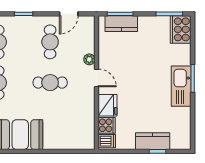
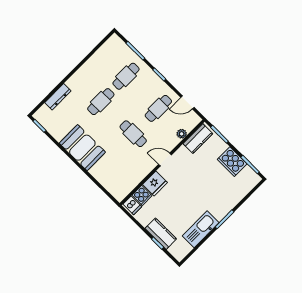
kitchen counter: (121, 24) -> (198, 139), moved, turned -90
cooker: (181, 29) -> (232, 162), moved, turned -90
plant: (89, 59) -> (182, 134), moved
door: (96, 78) -> (165, 160), swing flipped
kitchen sink: (181, 86) -> (201, 229), moved

